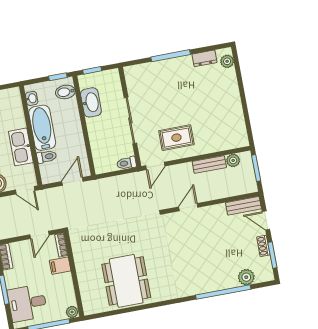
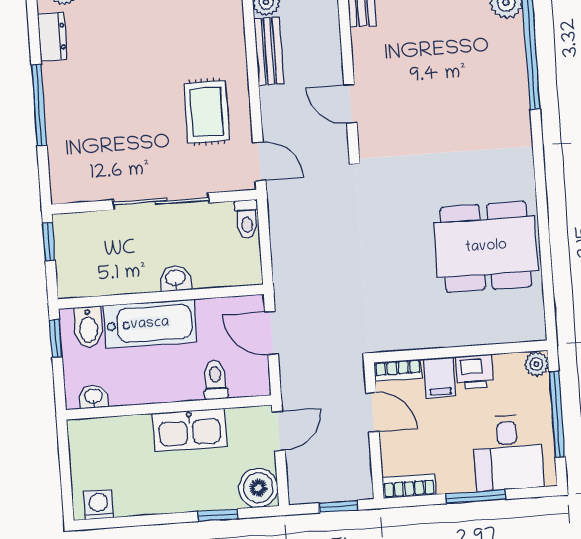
window: (92, 70) -> (49, 242), moved
washbasin: (91, 102) -> (176, 279), moved, width x0.52, depth x0.69
bathtub: (42, 128) -> (150, 324), moved, turned 180
printer: (65, 282) -> (475, 372), added

